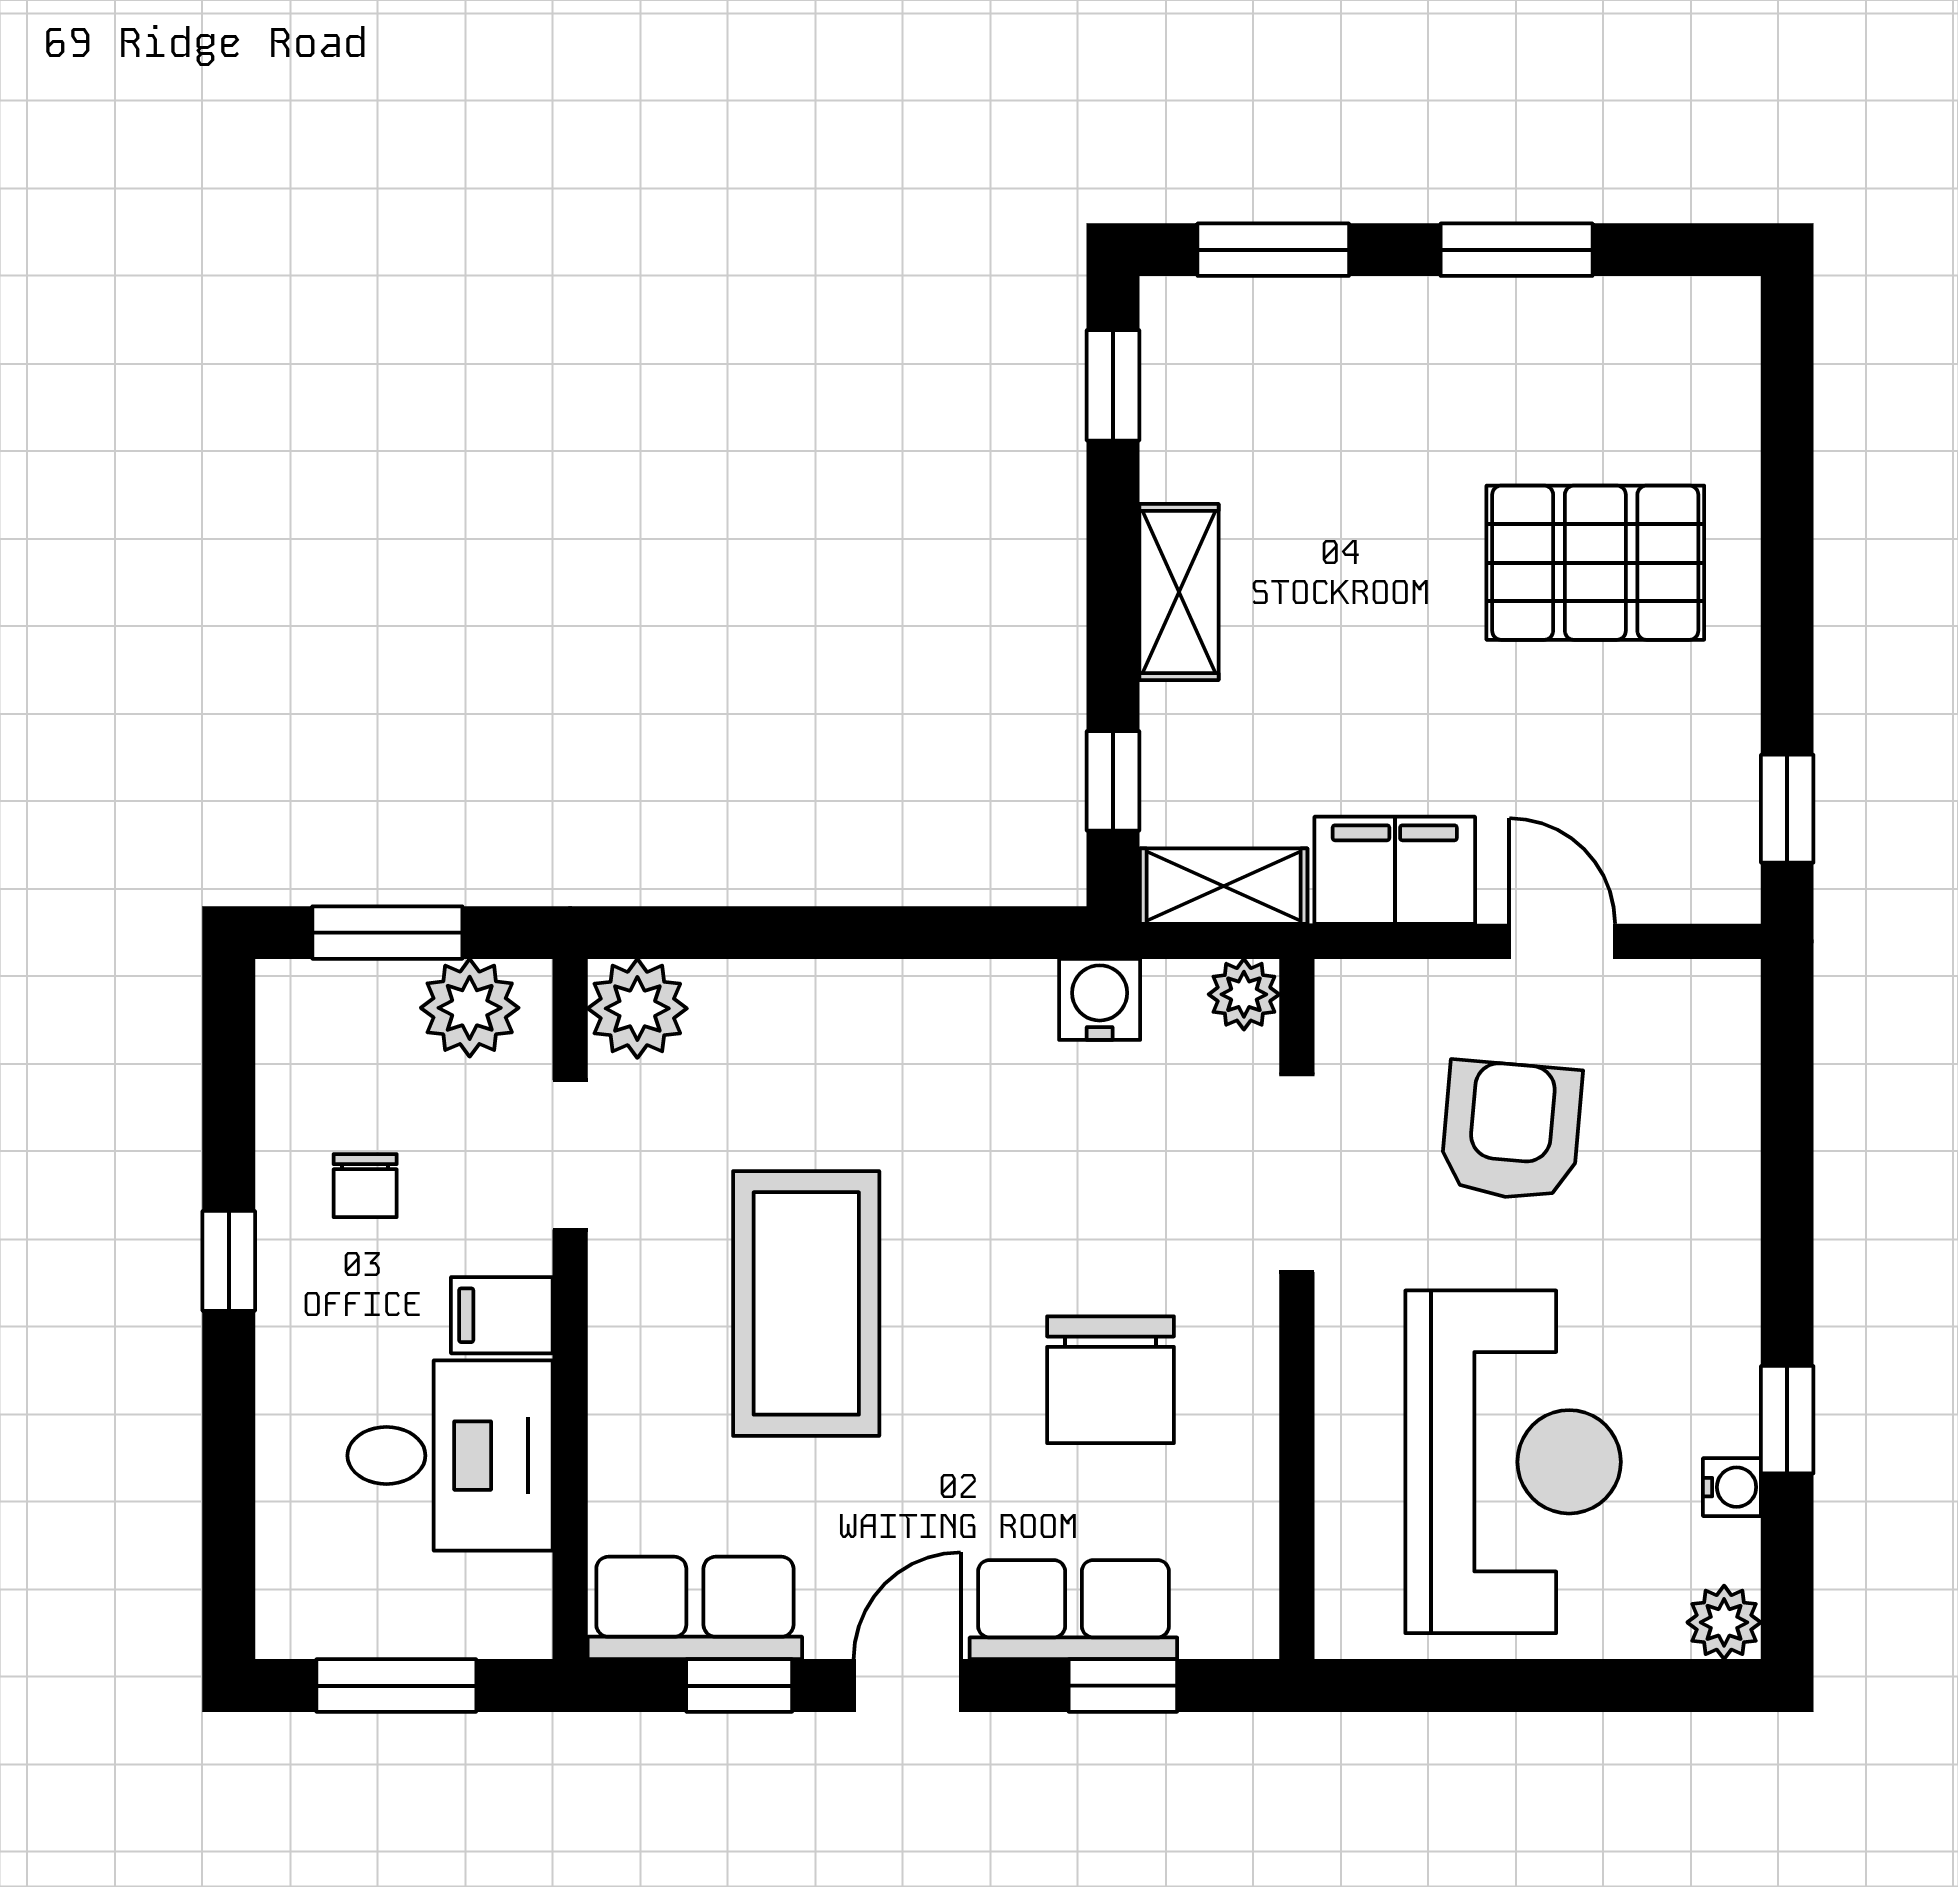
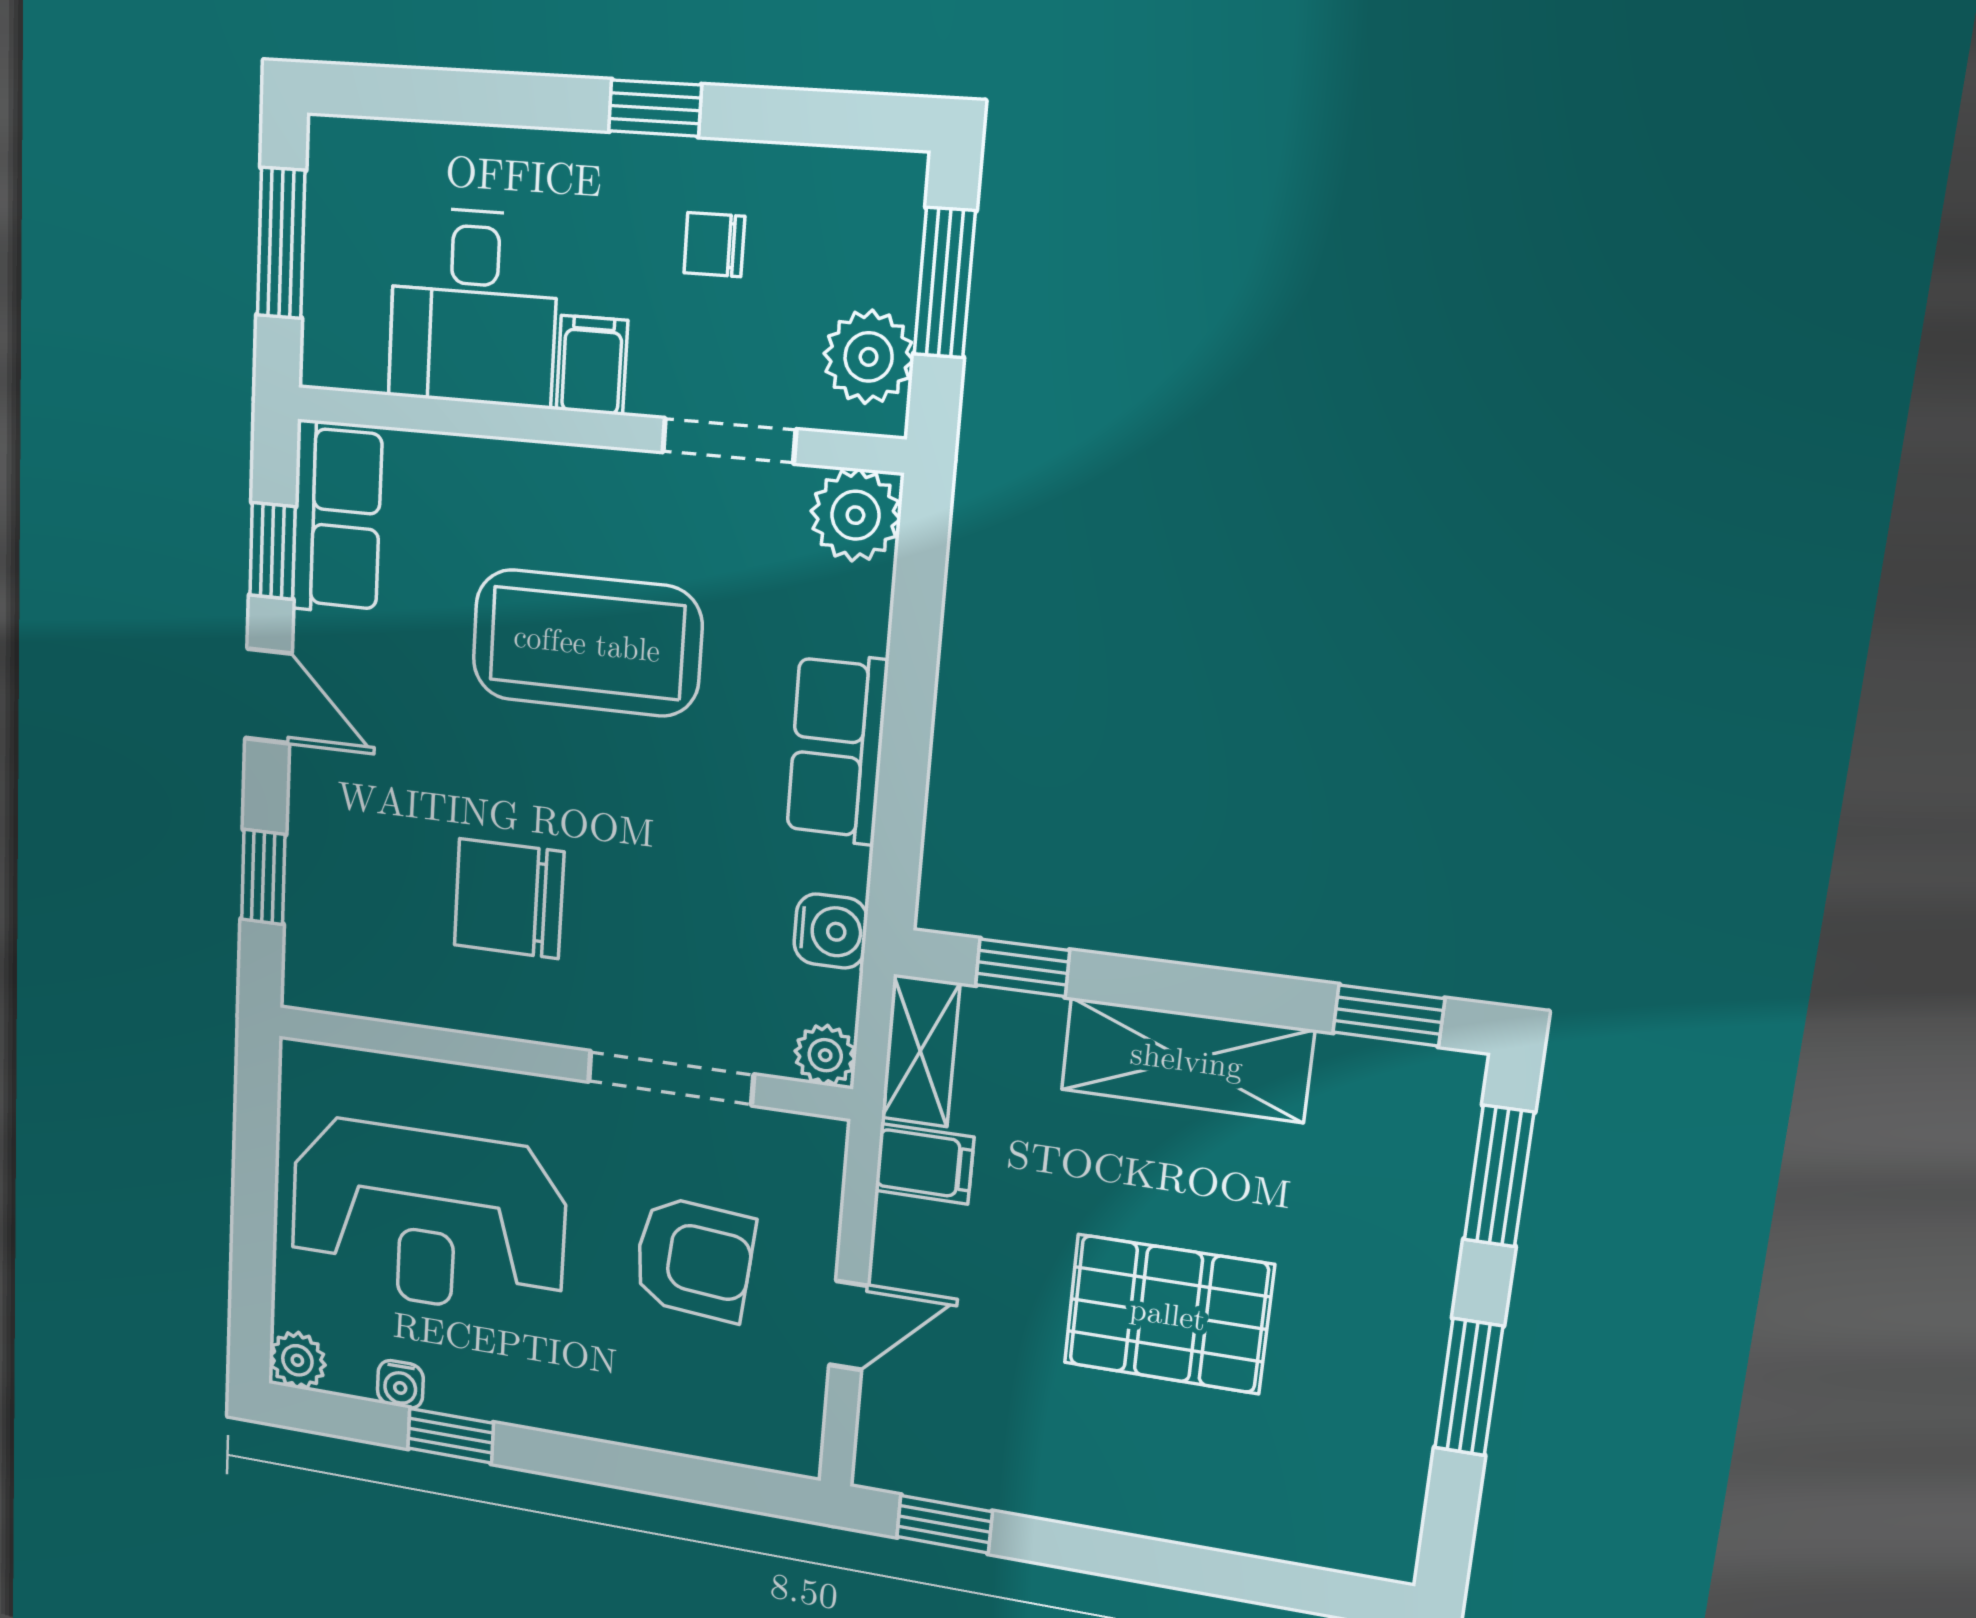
pallet: (1595, 563) -> (1168, 1314), moved, turned 90
shelving: (1179, 592) -> (1187, 1060), width x1.50, depth x1.33
filing cabinet: (1395, 870) -> (924, 1164), width x0.50
row of seats: (1073, 1610) -> (837, 748), moved, turned 180

